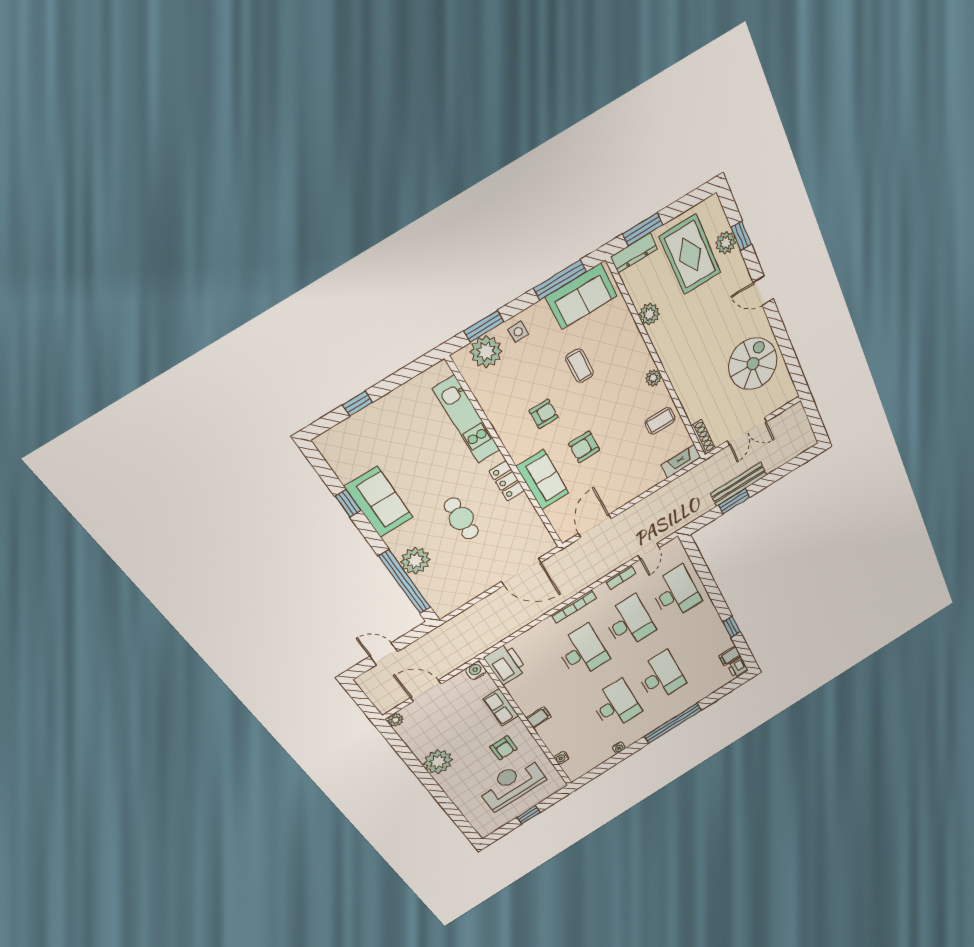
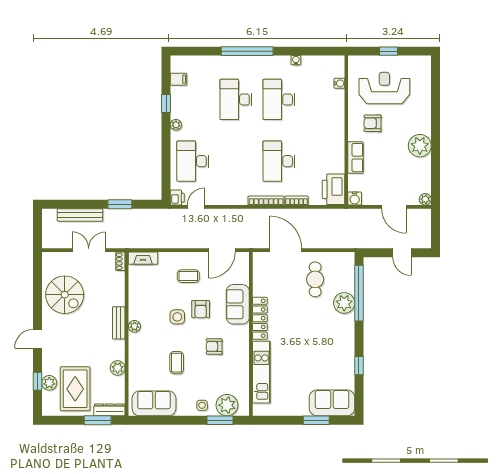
window: (560, 280) -> (162, 420), removed
door: (763, 291) -> (37, 339), swing flipped
spiral stairs: (753, 364) -> (65, 295), turned -90
bench: (674, 370) -> (119, 323), added
window: (357, 404) -> (316, 420), width x1.50
side table: (607, 421) -> (177, 317), added
coffee table: (660, 421) -> (188, 276), moved
shoe rack: (703, 437) -> (120, 261), width x0.70
armchair: (584, 447) -> (201, 309), turned 90
locker: (507, 481) -> (260, 318), width x1.53
bench: (739, 484) -> (80, 215), moved
sofa: (379, 502) -> (332, 403), moved, turned 90
cafe table: (461, 519) -> (315, 279), moved
bookcase: (621, 577) -> (297, 201), moved
plant: (711, 615) -> (176, 125), added
desk: (629, 622) -> (236, 161), removed
printer: (738, 668) -> (177, 198), moved
filing cabinet: (538, 717) -> (336, 130), removed
armchair: (503, 748) -> (373, 123), turned -90
reception desk: (512, 784) -> (384, 88), turned 180

